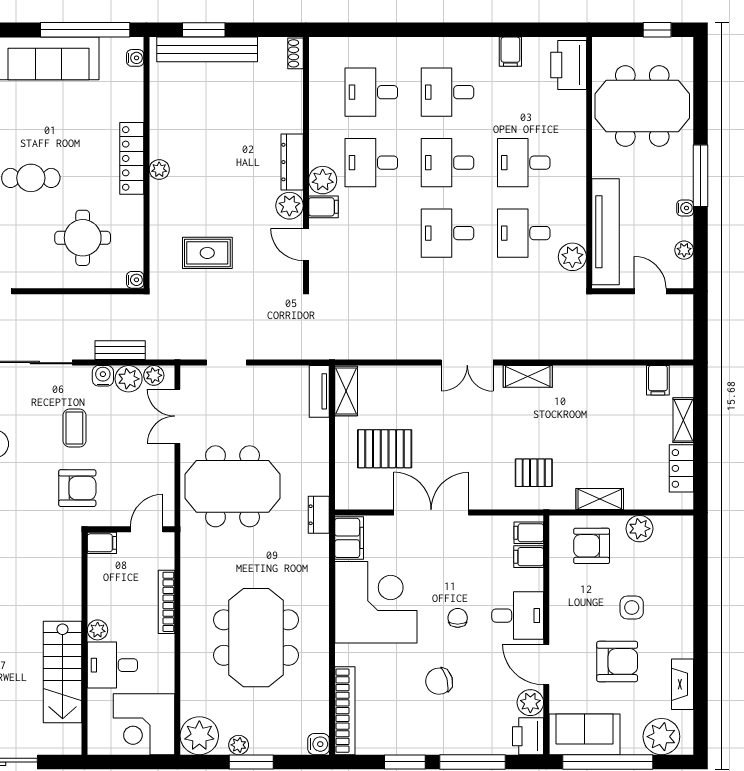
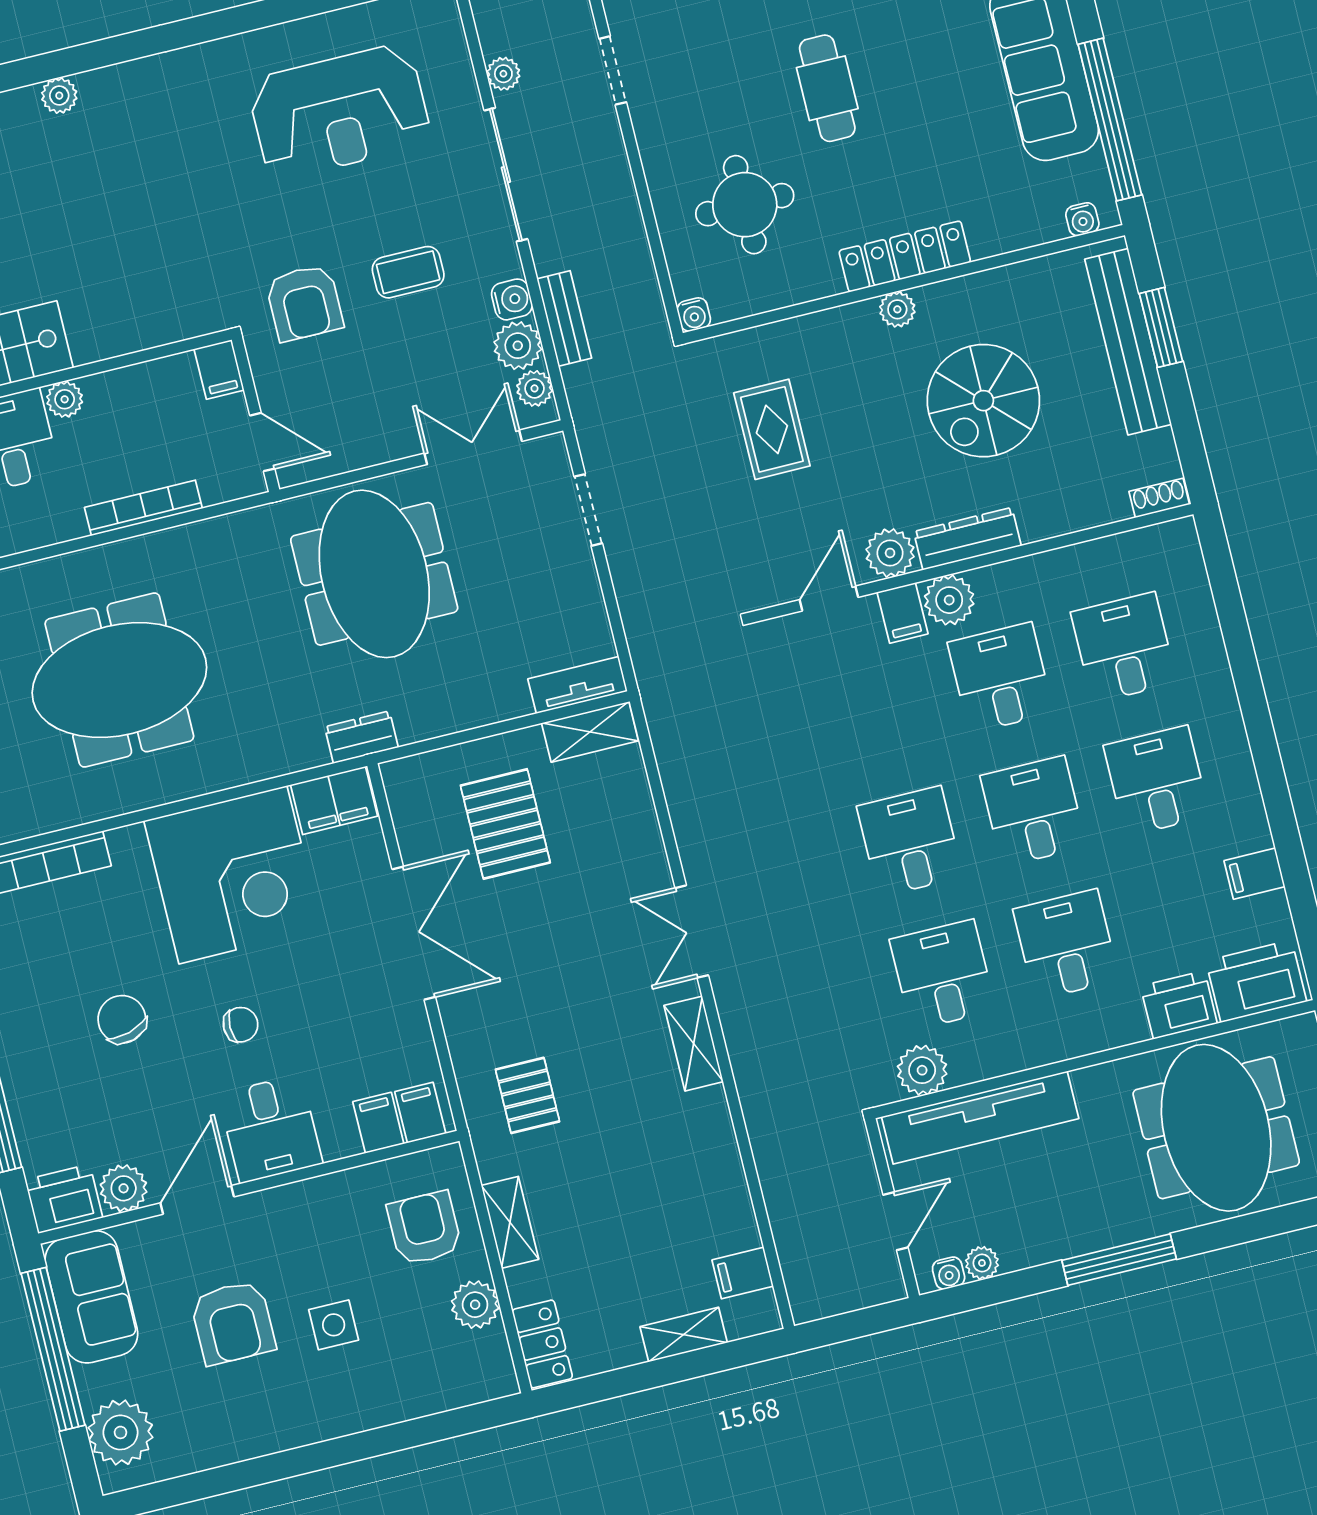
printer: (571, 110) -> (1179, 1005), added
spiral stairs: (220, 135) -> (983, 401), added
water cooler: (685, 208) -> (949, 1273), moved
locker: (681, 468) -> (542, 1344), moved, turned 90
fireplace: (683, 684) -> (221, 1447), removed

